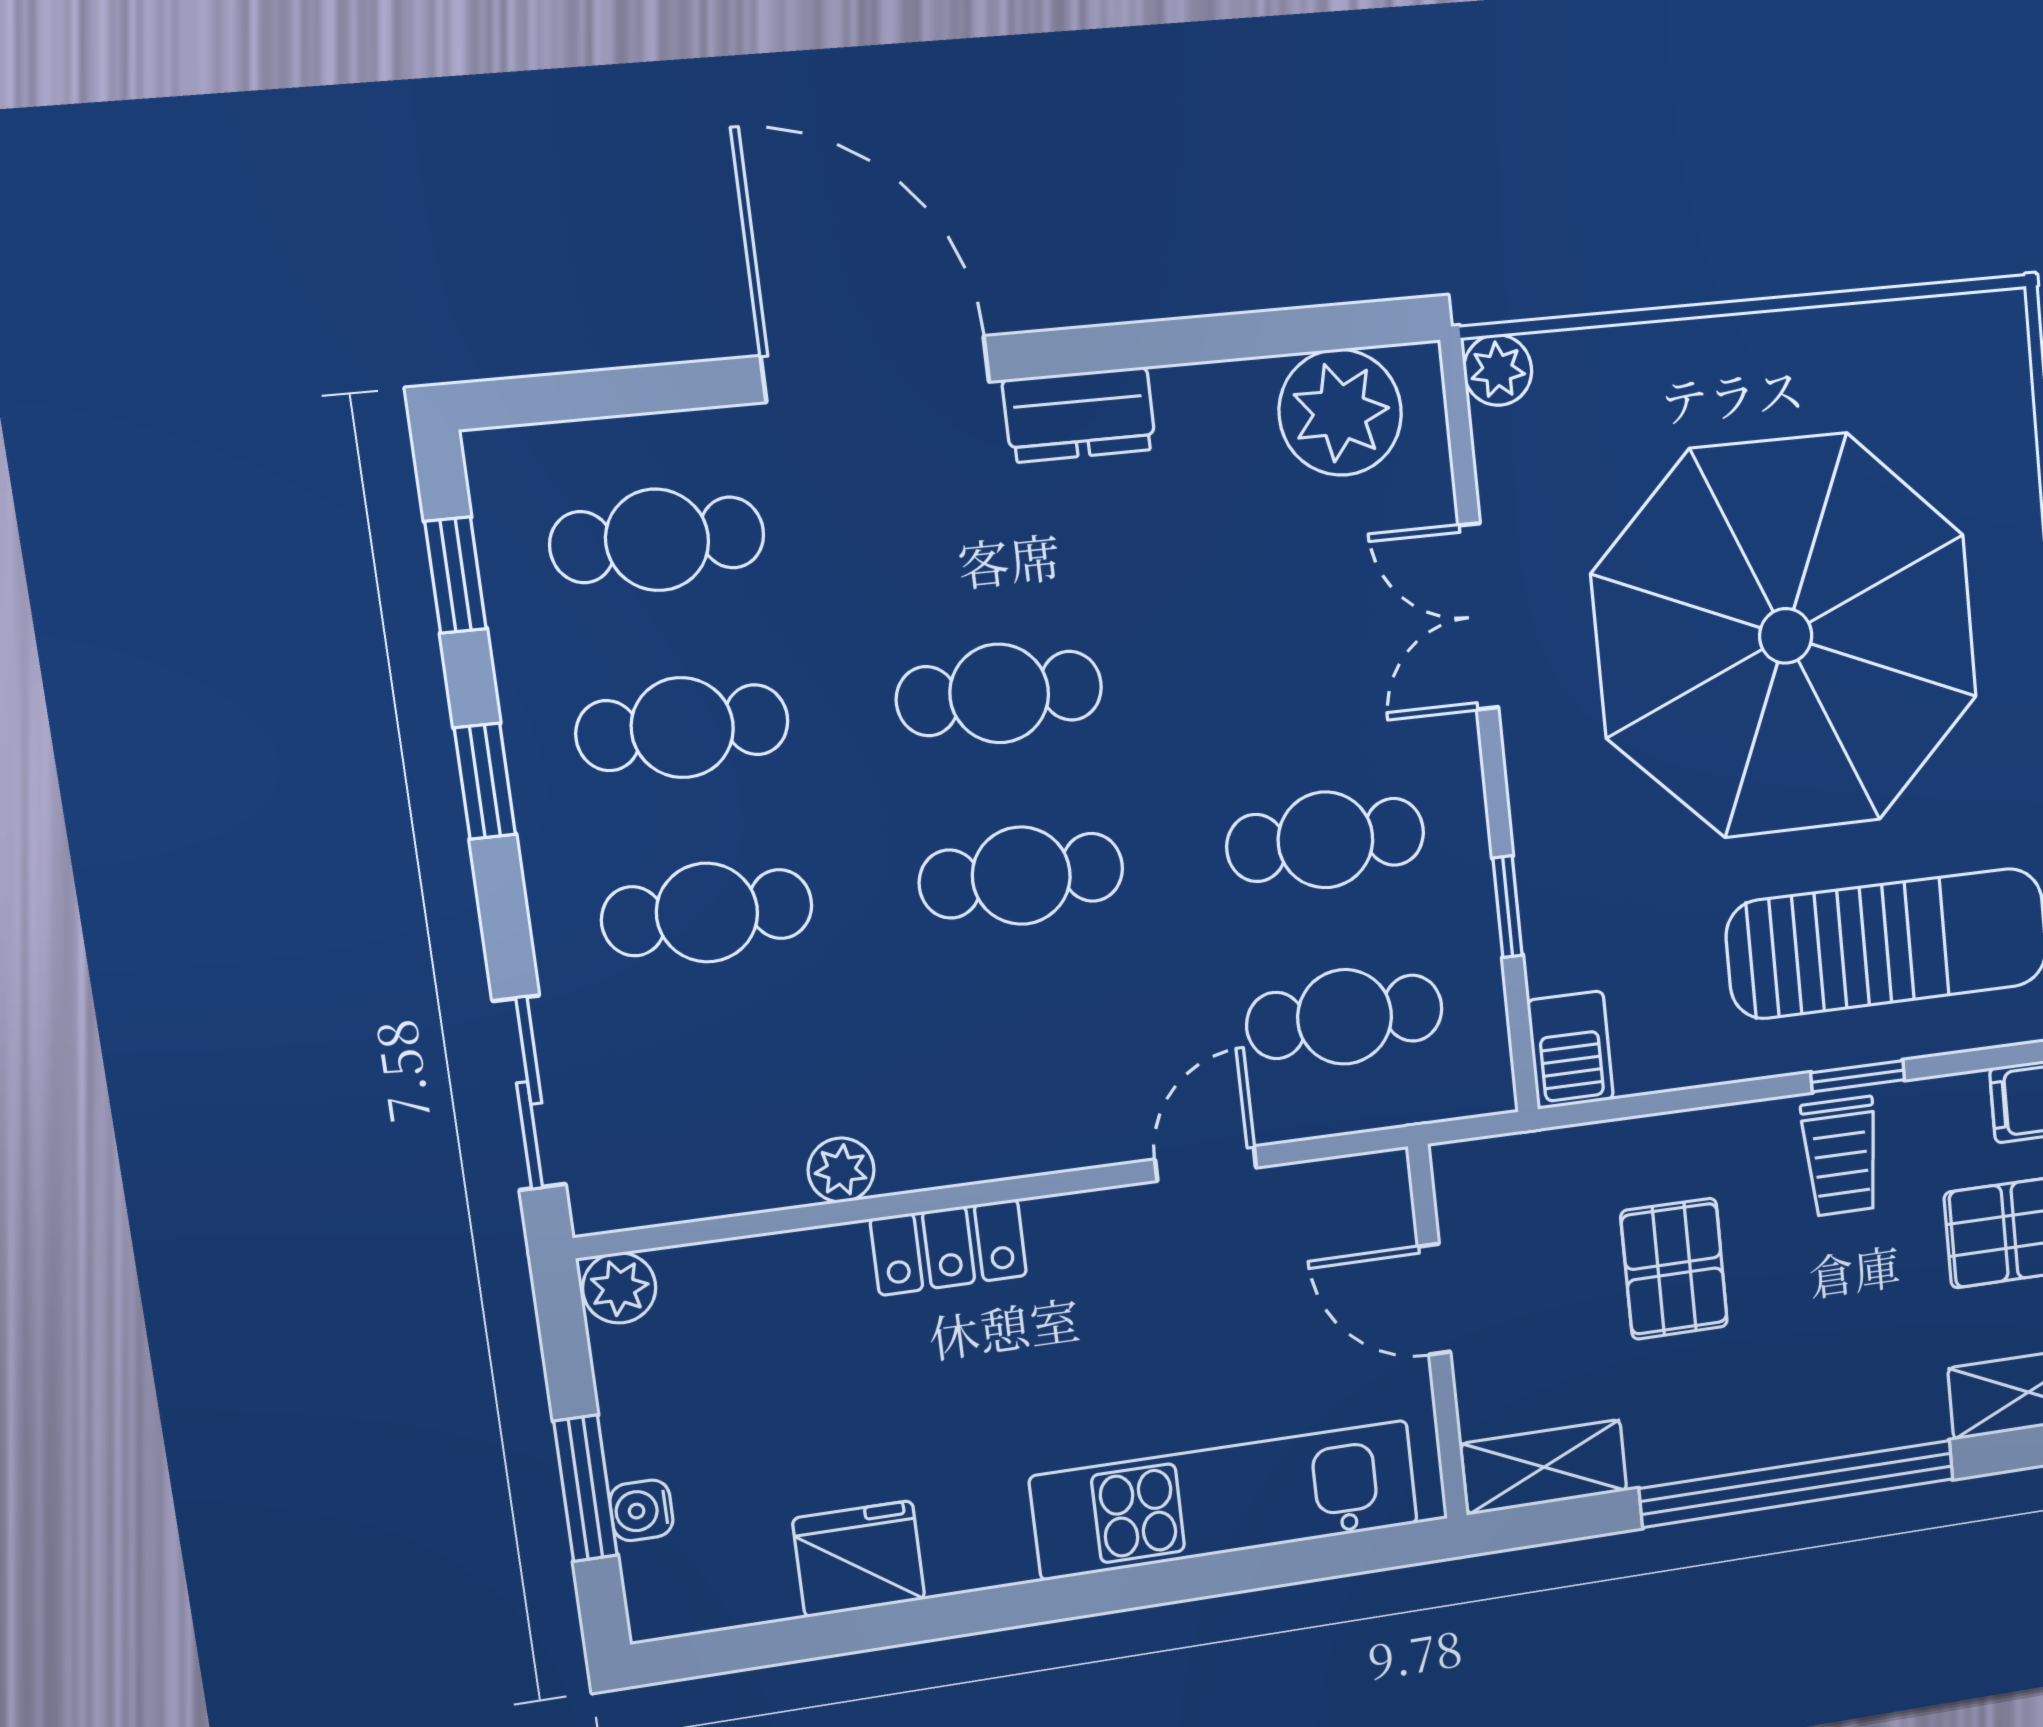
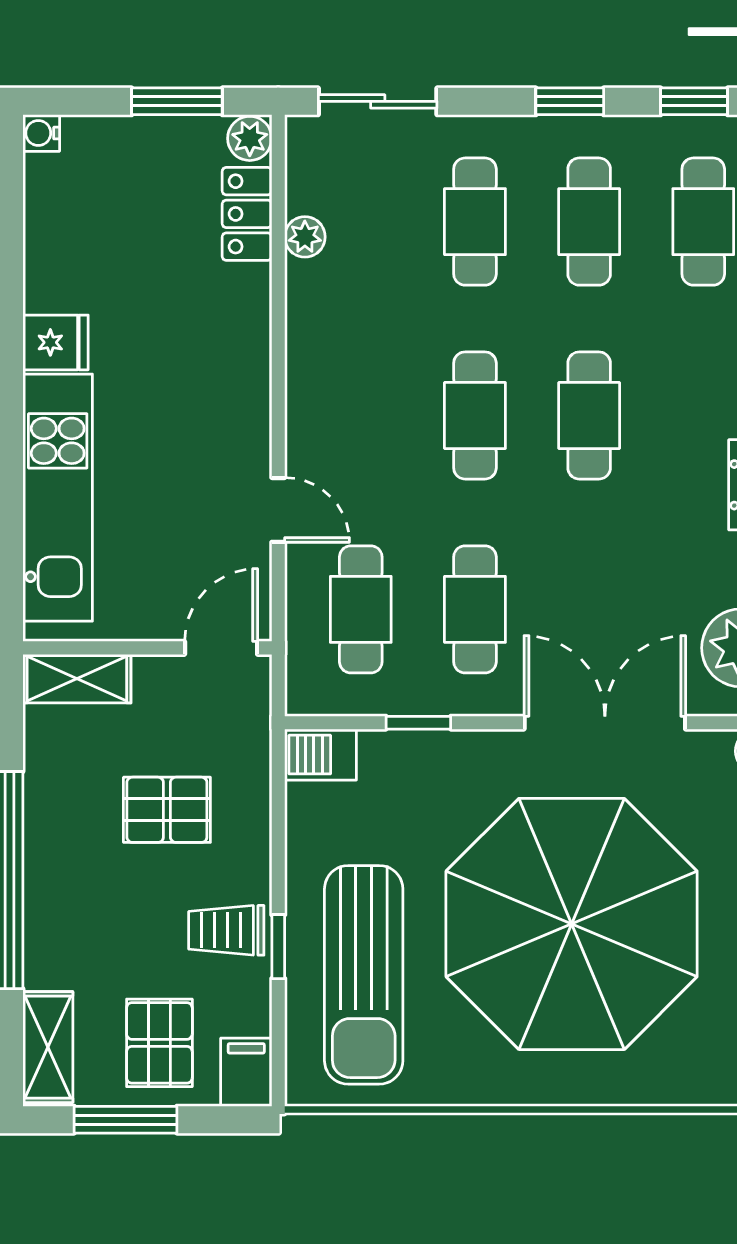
double door: (1478, 617) -> (605, 723), width x1.37
plant: (841, 1170) -> (305, 237), moved
locker: (949, 1247) -> (247, 214), moved
door: (1434, 1299) -> (221, 648), moved
shelving: (1544, 1467) -> (77, 679), moved, turned 90
window: (585, 1488) -> (177, 101), moved
water cooler: (641, 1510) -> (41, 133), moved, turned -90
fridge: (859, 1559) -> (56, 342), moved, width x0.72

